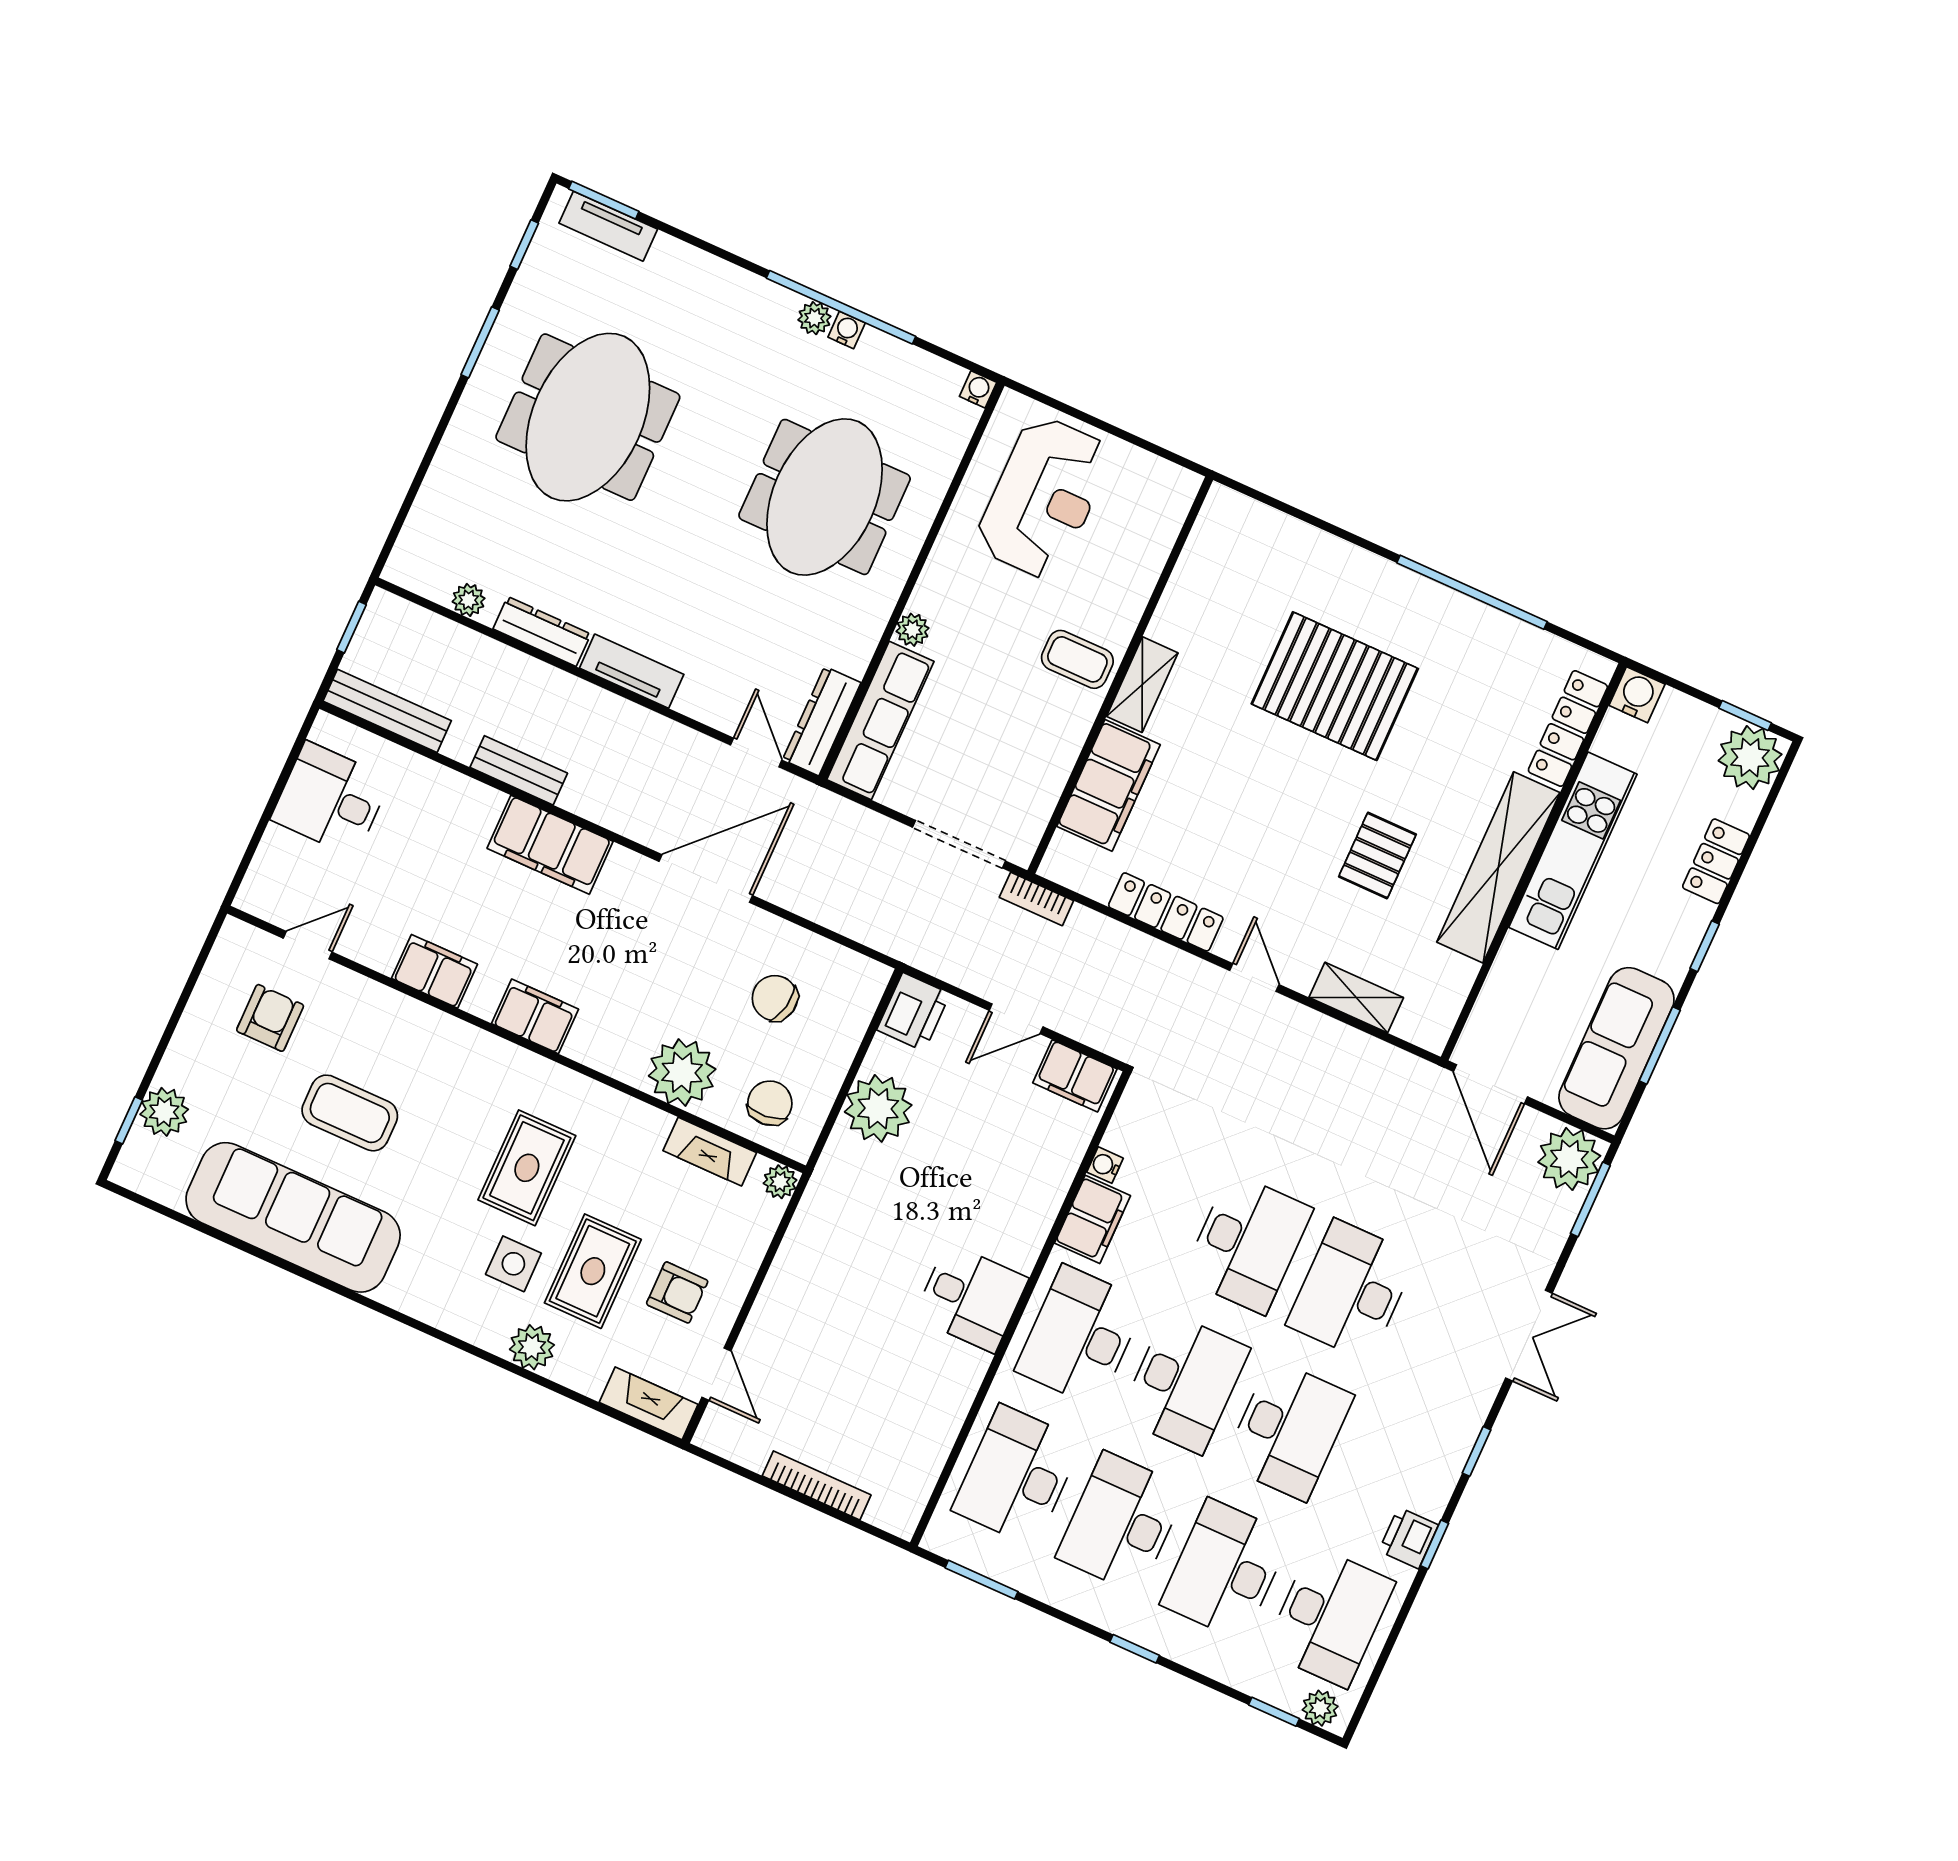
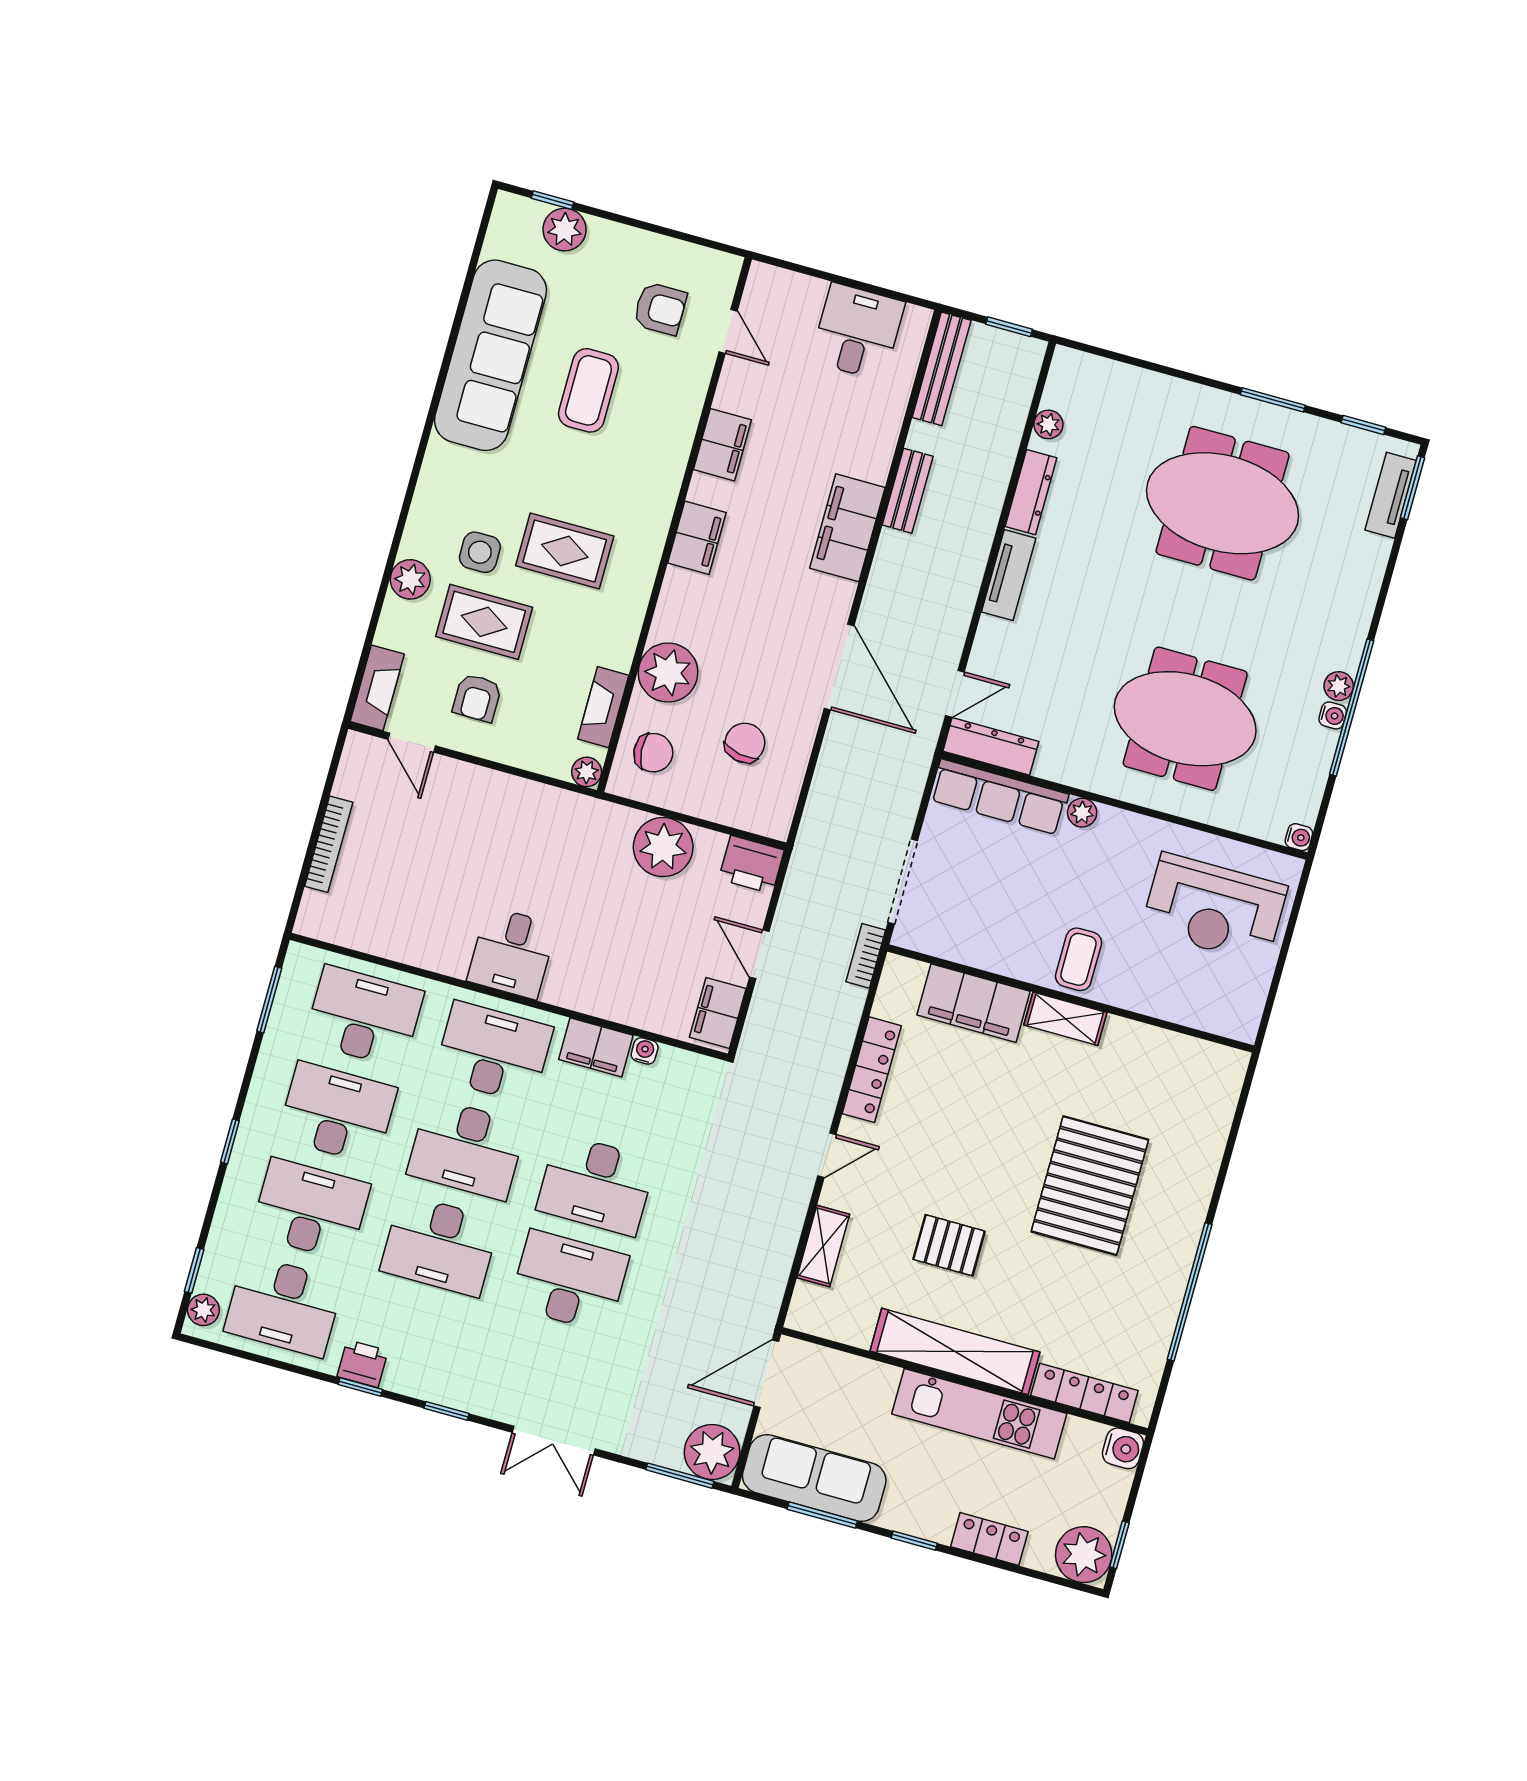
door: (716, 1374) -> (412, 743), hinge flipped

